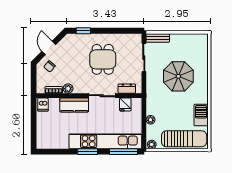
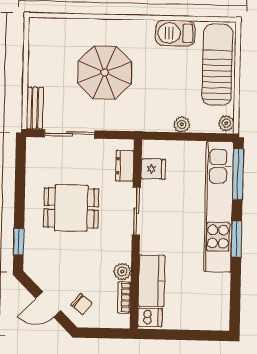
kitchen counter: (74, 105) -> (152, 281), moved

